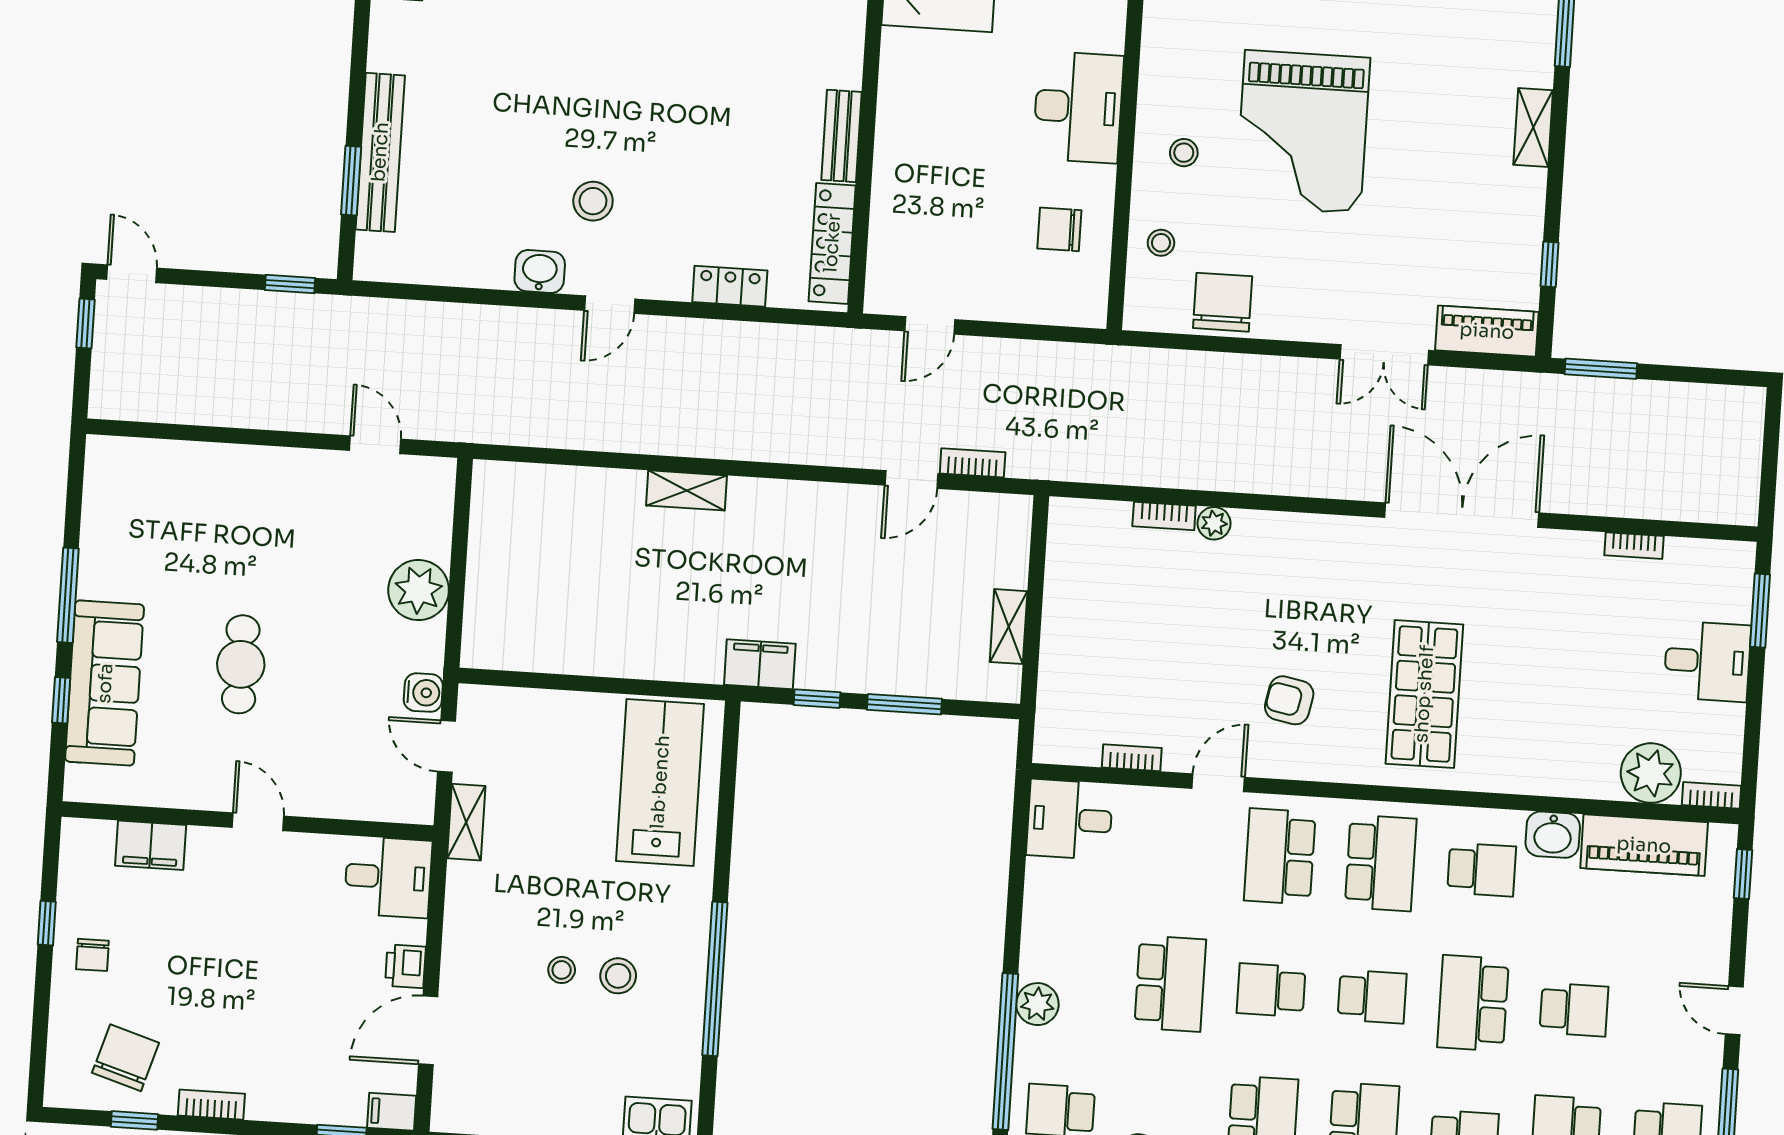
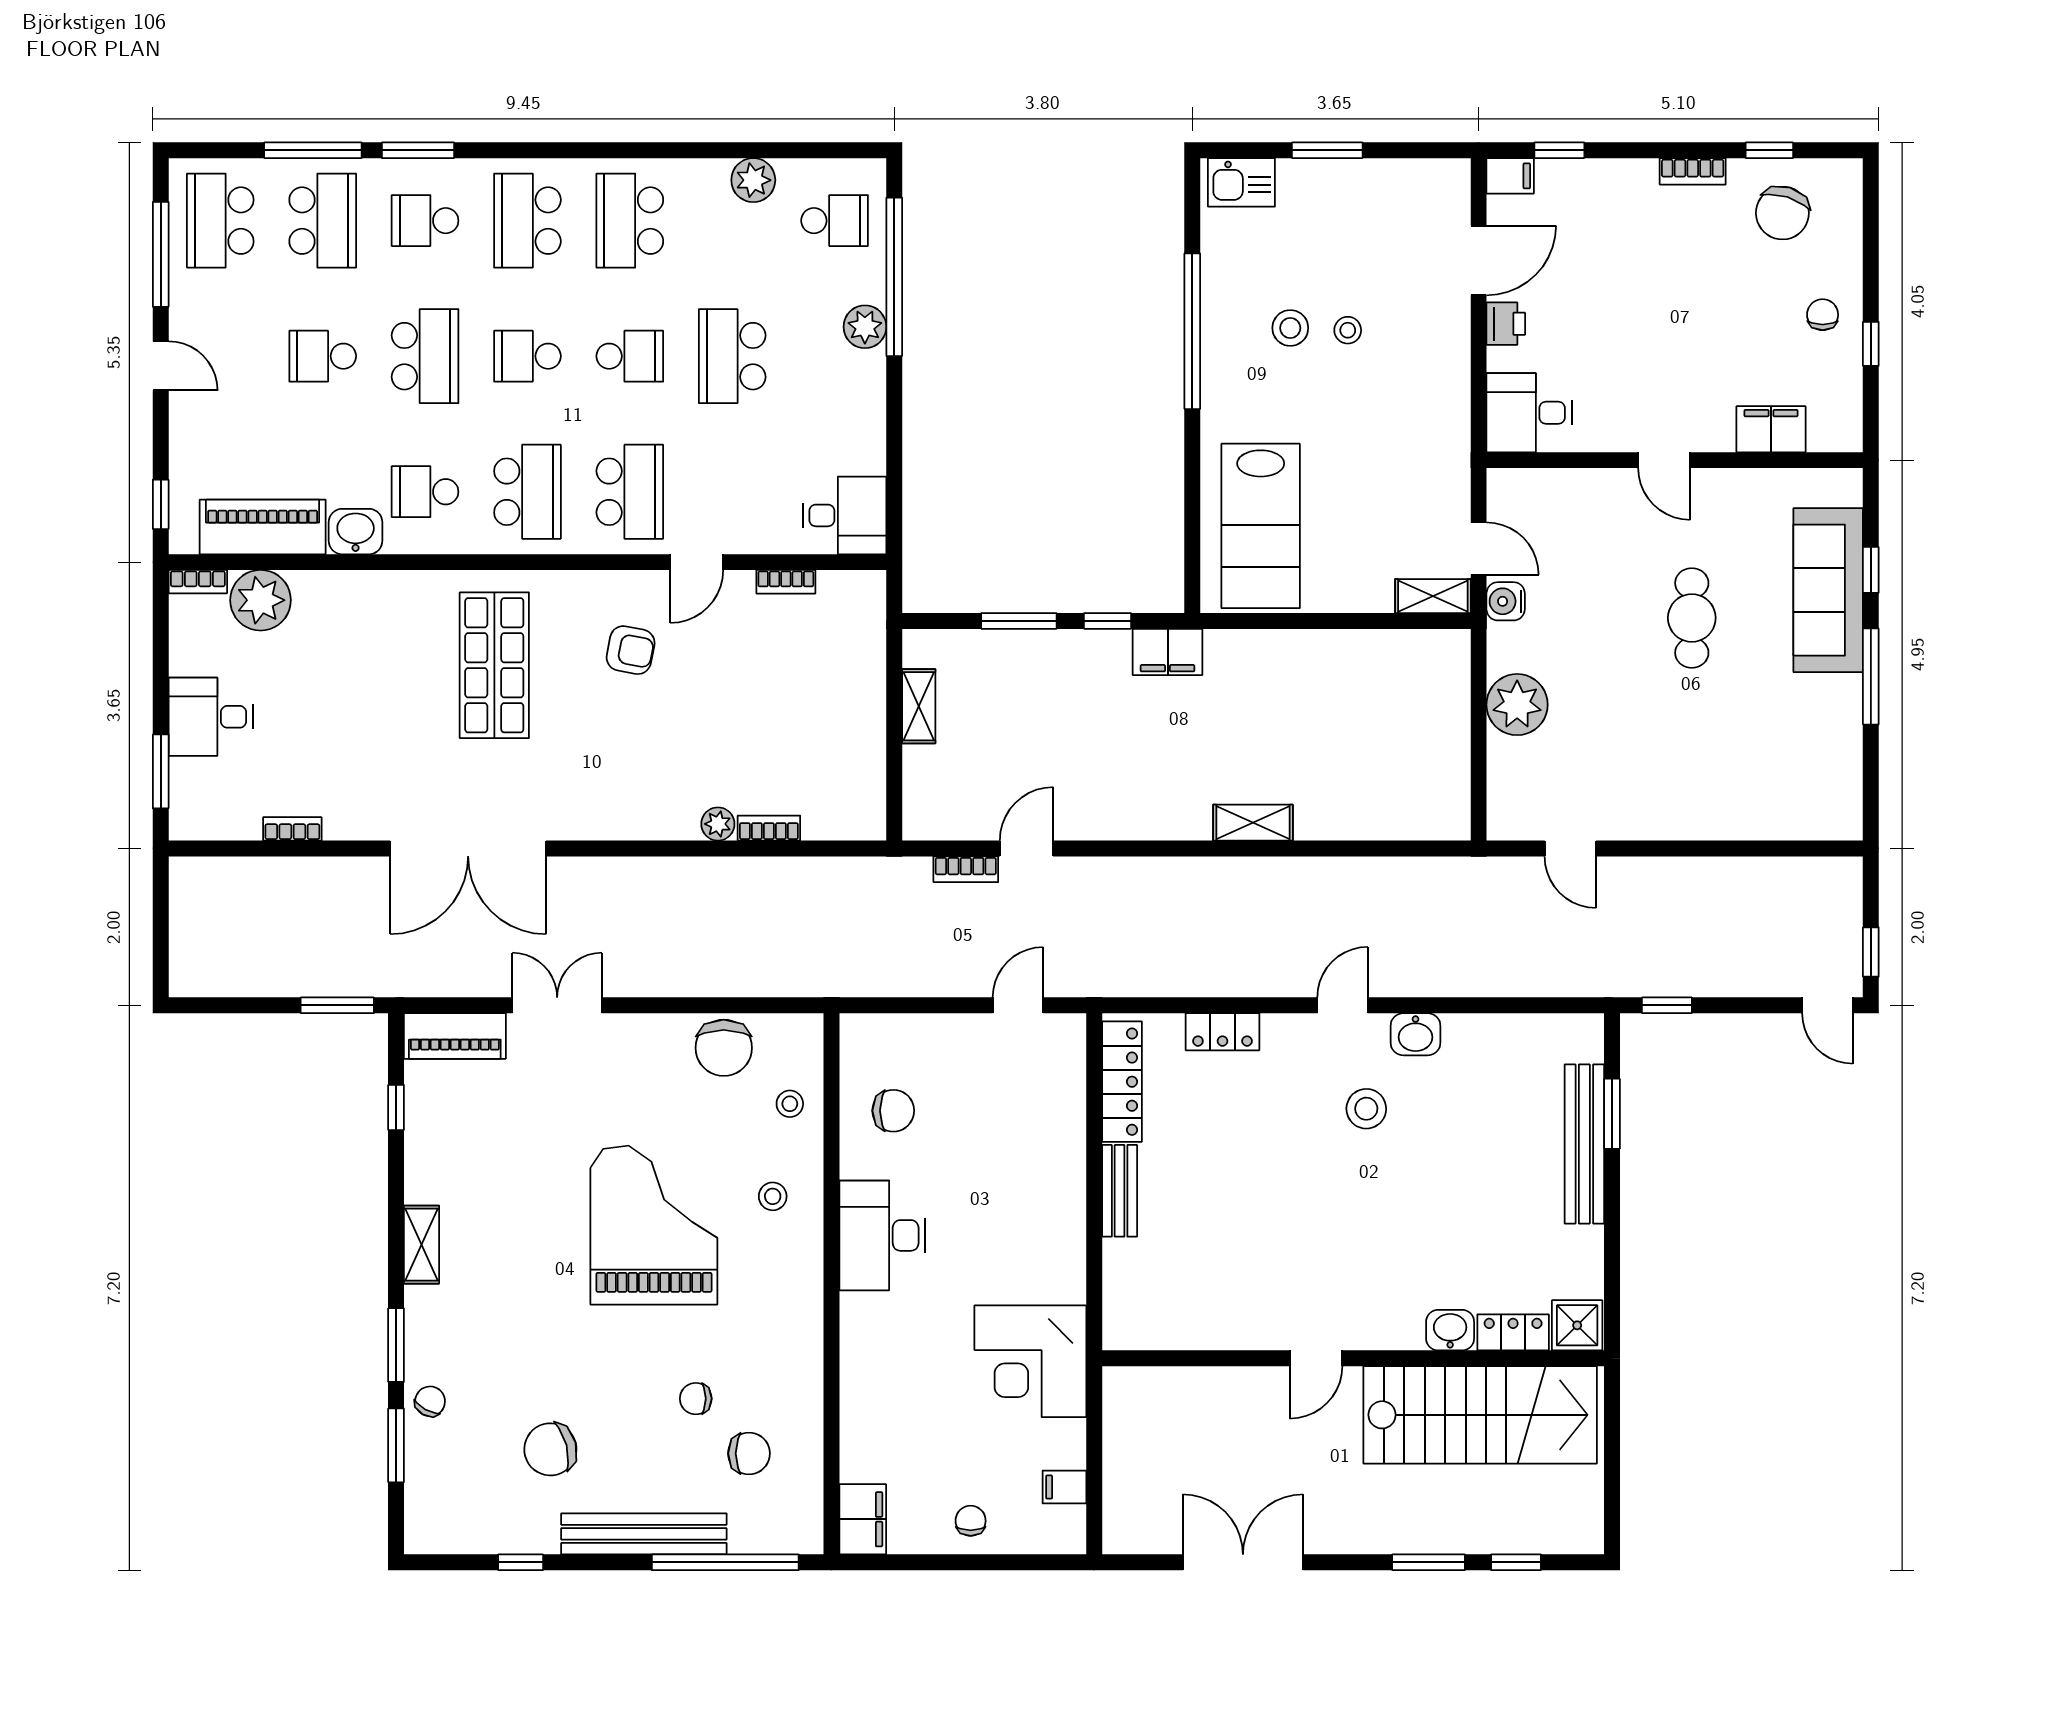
shelving: (466, 822) -> (1433, 596), moved, turned 90
school desk: (1381, 863) -> (527, 492), turned 180

